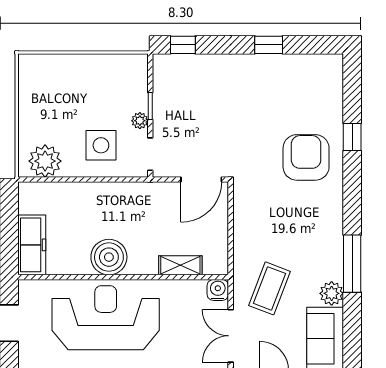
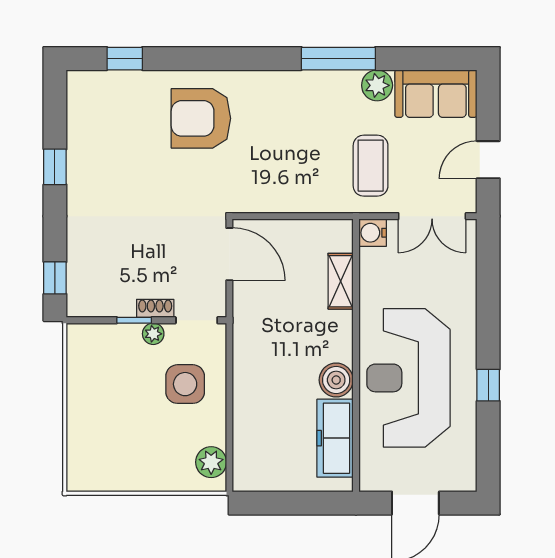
shoe rack: (159, 122) -> (155, 308), added
window: (352, 137) -> (125, 59), moved
plant: (45, 161) -> (211, 462), width x0.73, depth x0.73
freezer: (32, 245) -> (335, 438), moved, turned -90
boiler: (109, 257) -> (336, 380), width x0.73, depth x0.73
coffee table: (270, 288) -> (371, 166), turned 69

